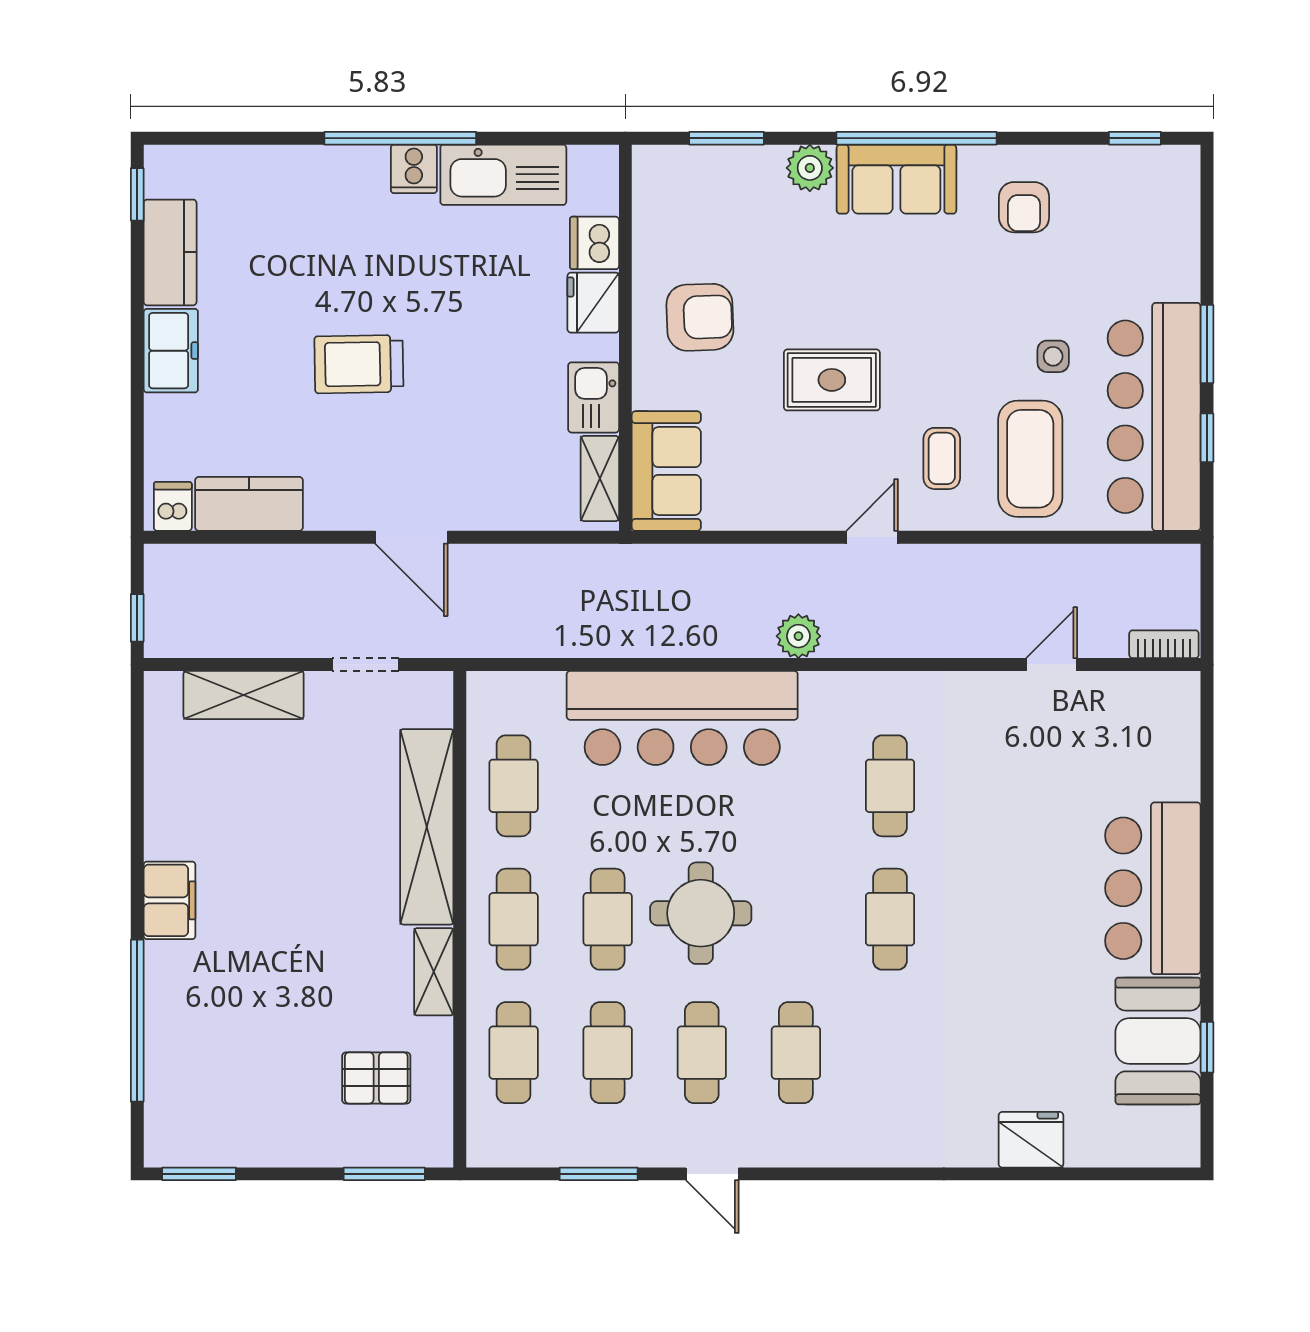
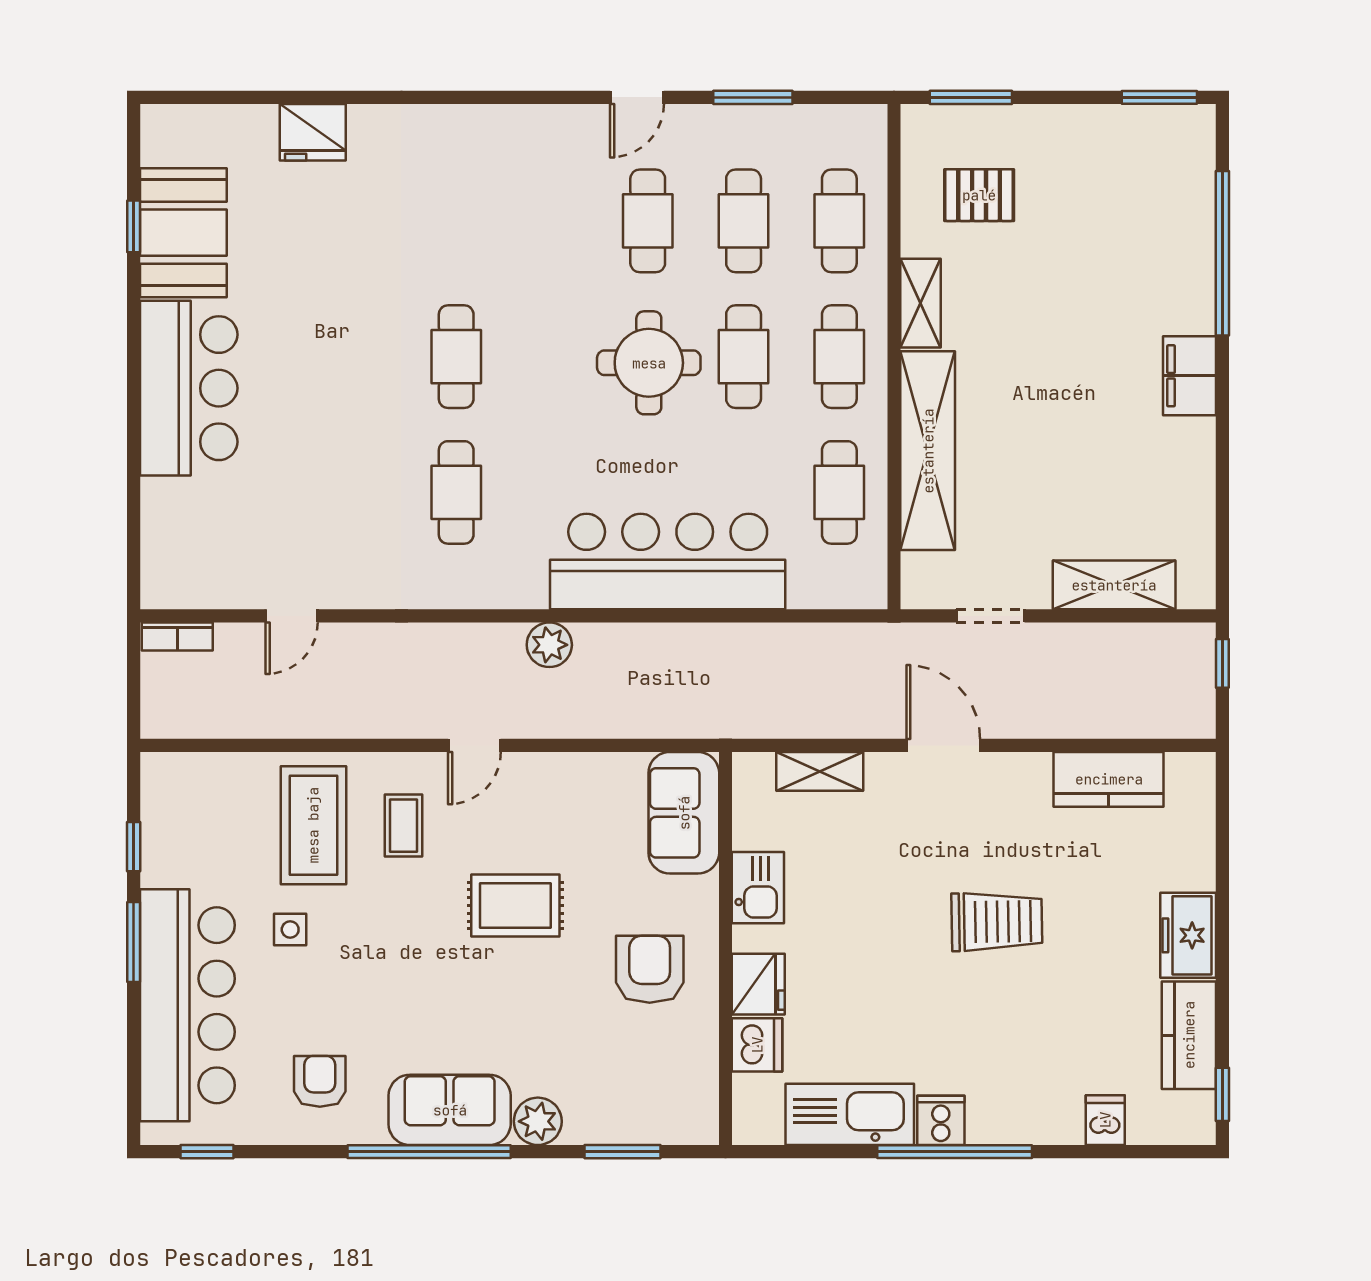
armchair: (700, 317) -> (650, 969), turned 92
bar counter: (1154, 417) -> (187, 1005), moved
shelving: (600, 479) -> (820, 771), moved, turned 90
dishwasher: (173, 506) -> (1105, 1120), moved, turned 180
cafe table: (796, 1053) -> (552, 221), removed
door: (712, 1174) -> (637, 97), swing flipped

